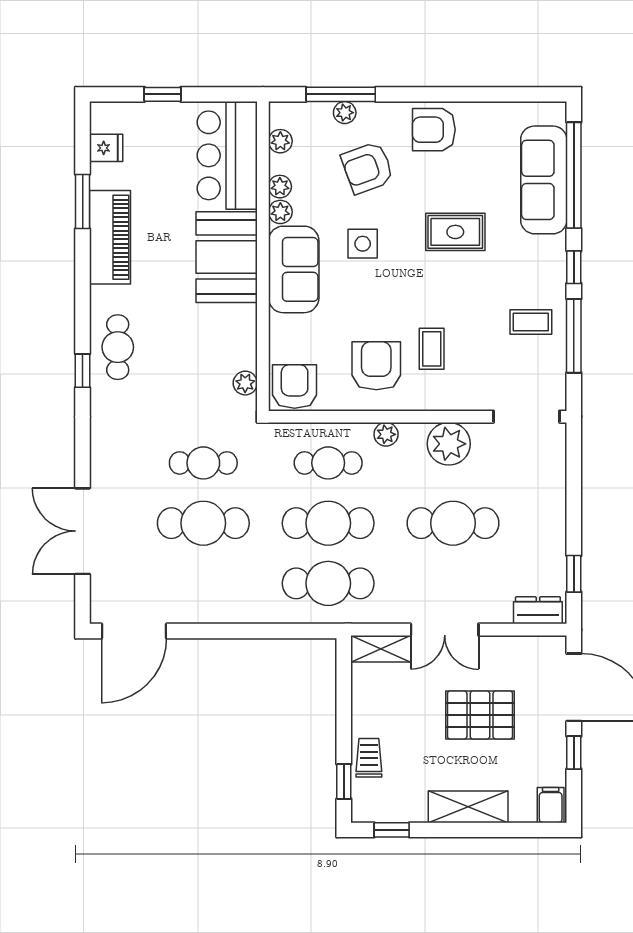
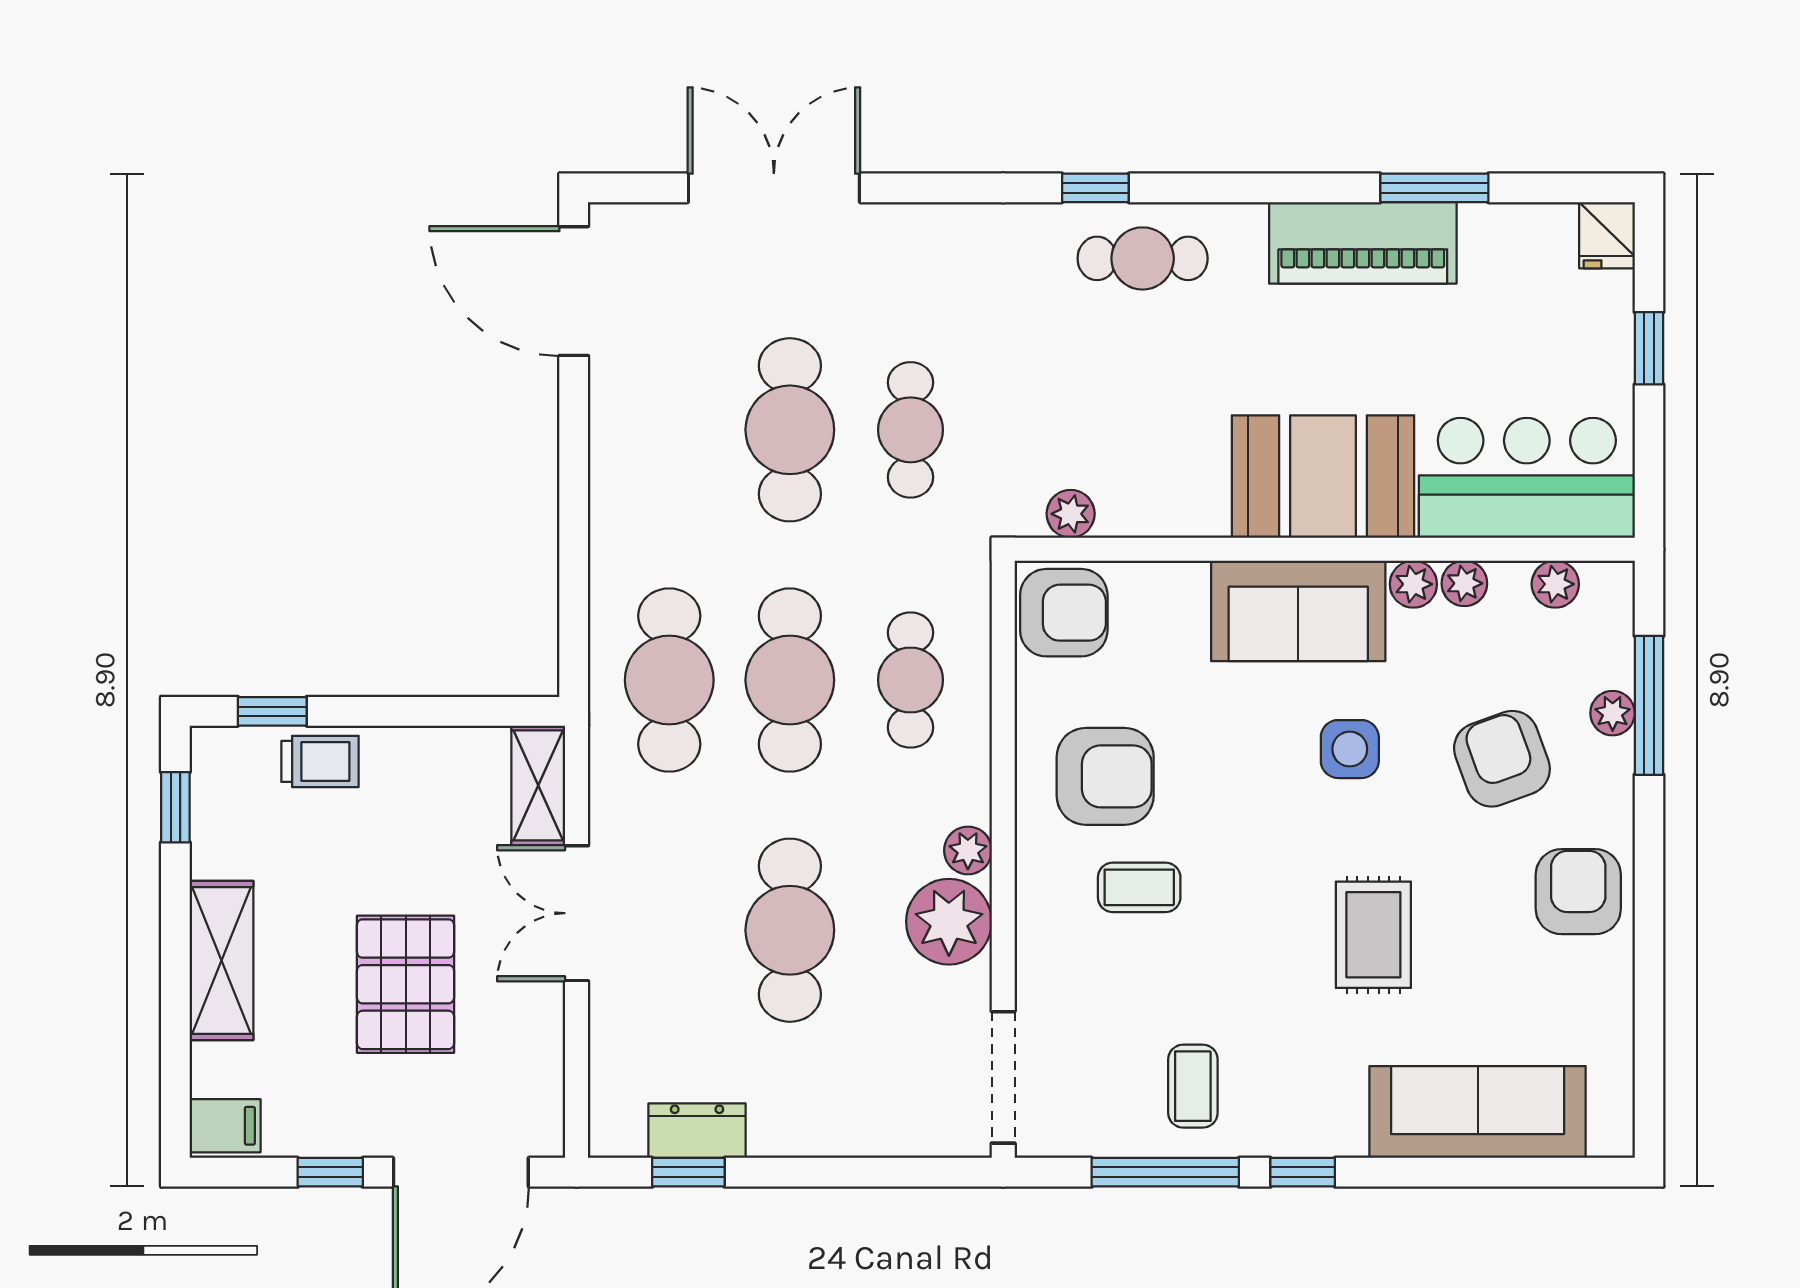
fridge: (106, 148) -> (1607, 235), moved
window: (574, 175) -> (1487, 1172), removed
plant: (386, 434) -> (968, 850), moved
dresser: (538, 610) -> (697, 1131), moved, turned -90

